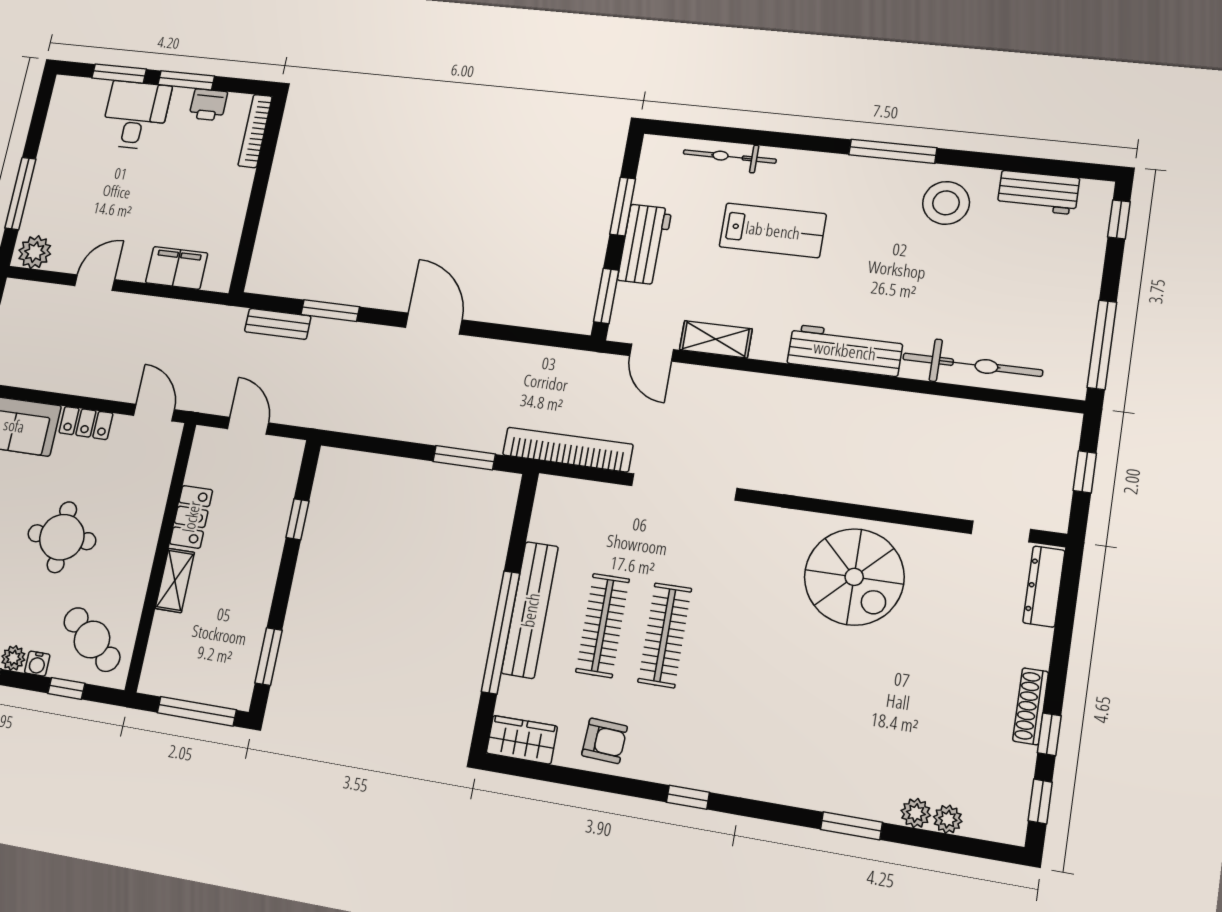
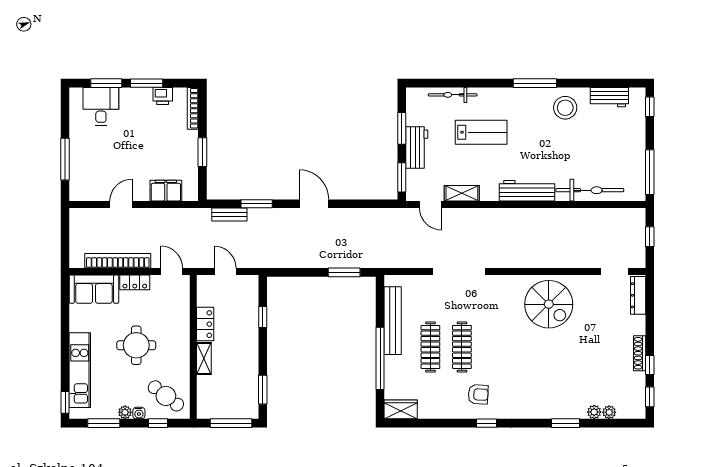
desk: (136, 115) -> (101, 106), moved
window: (255, 208) -> (202, 152), added
plant: (35, 252) -> (82, 192), removed
bookcase: (568, 450) -> (118, 261), moved
bench: (530, 610) -> (393, 321), moved
armchair: (605, 741) -> (478, 394), moved

